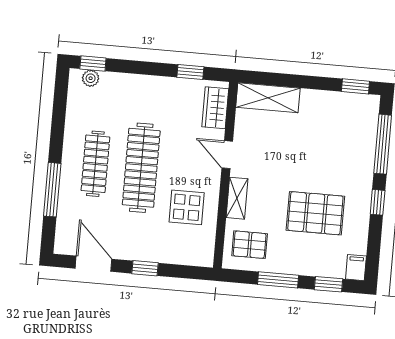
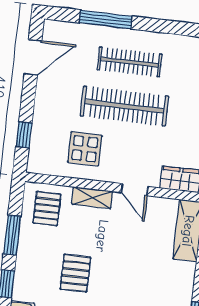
door: (227, 155) -> (135, 190), swing flipped
pallet: (315, 213) -> (75, 273), width x0.67, depth x0.71
window: (145, 268) -> (24, 135), moved

